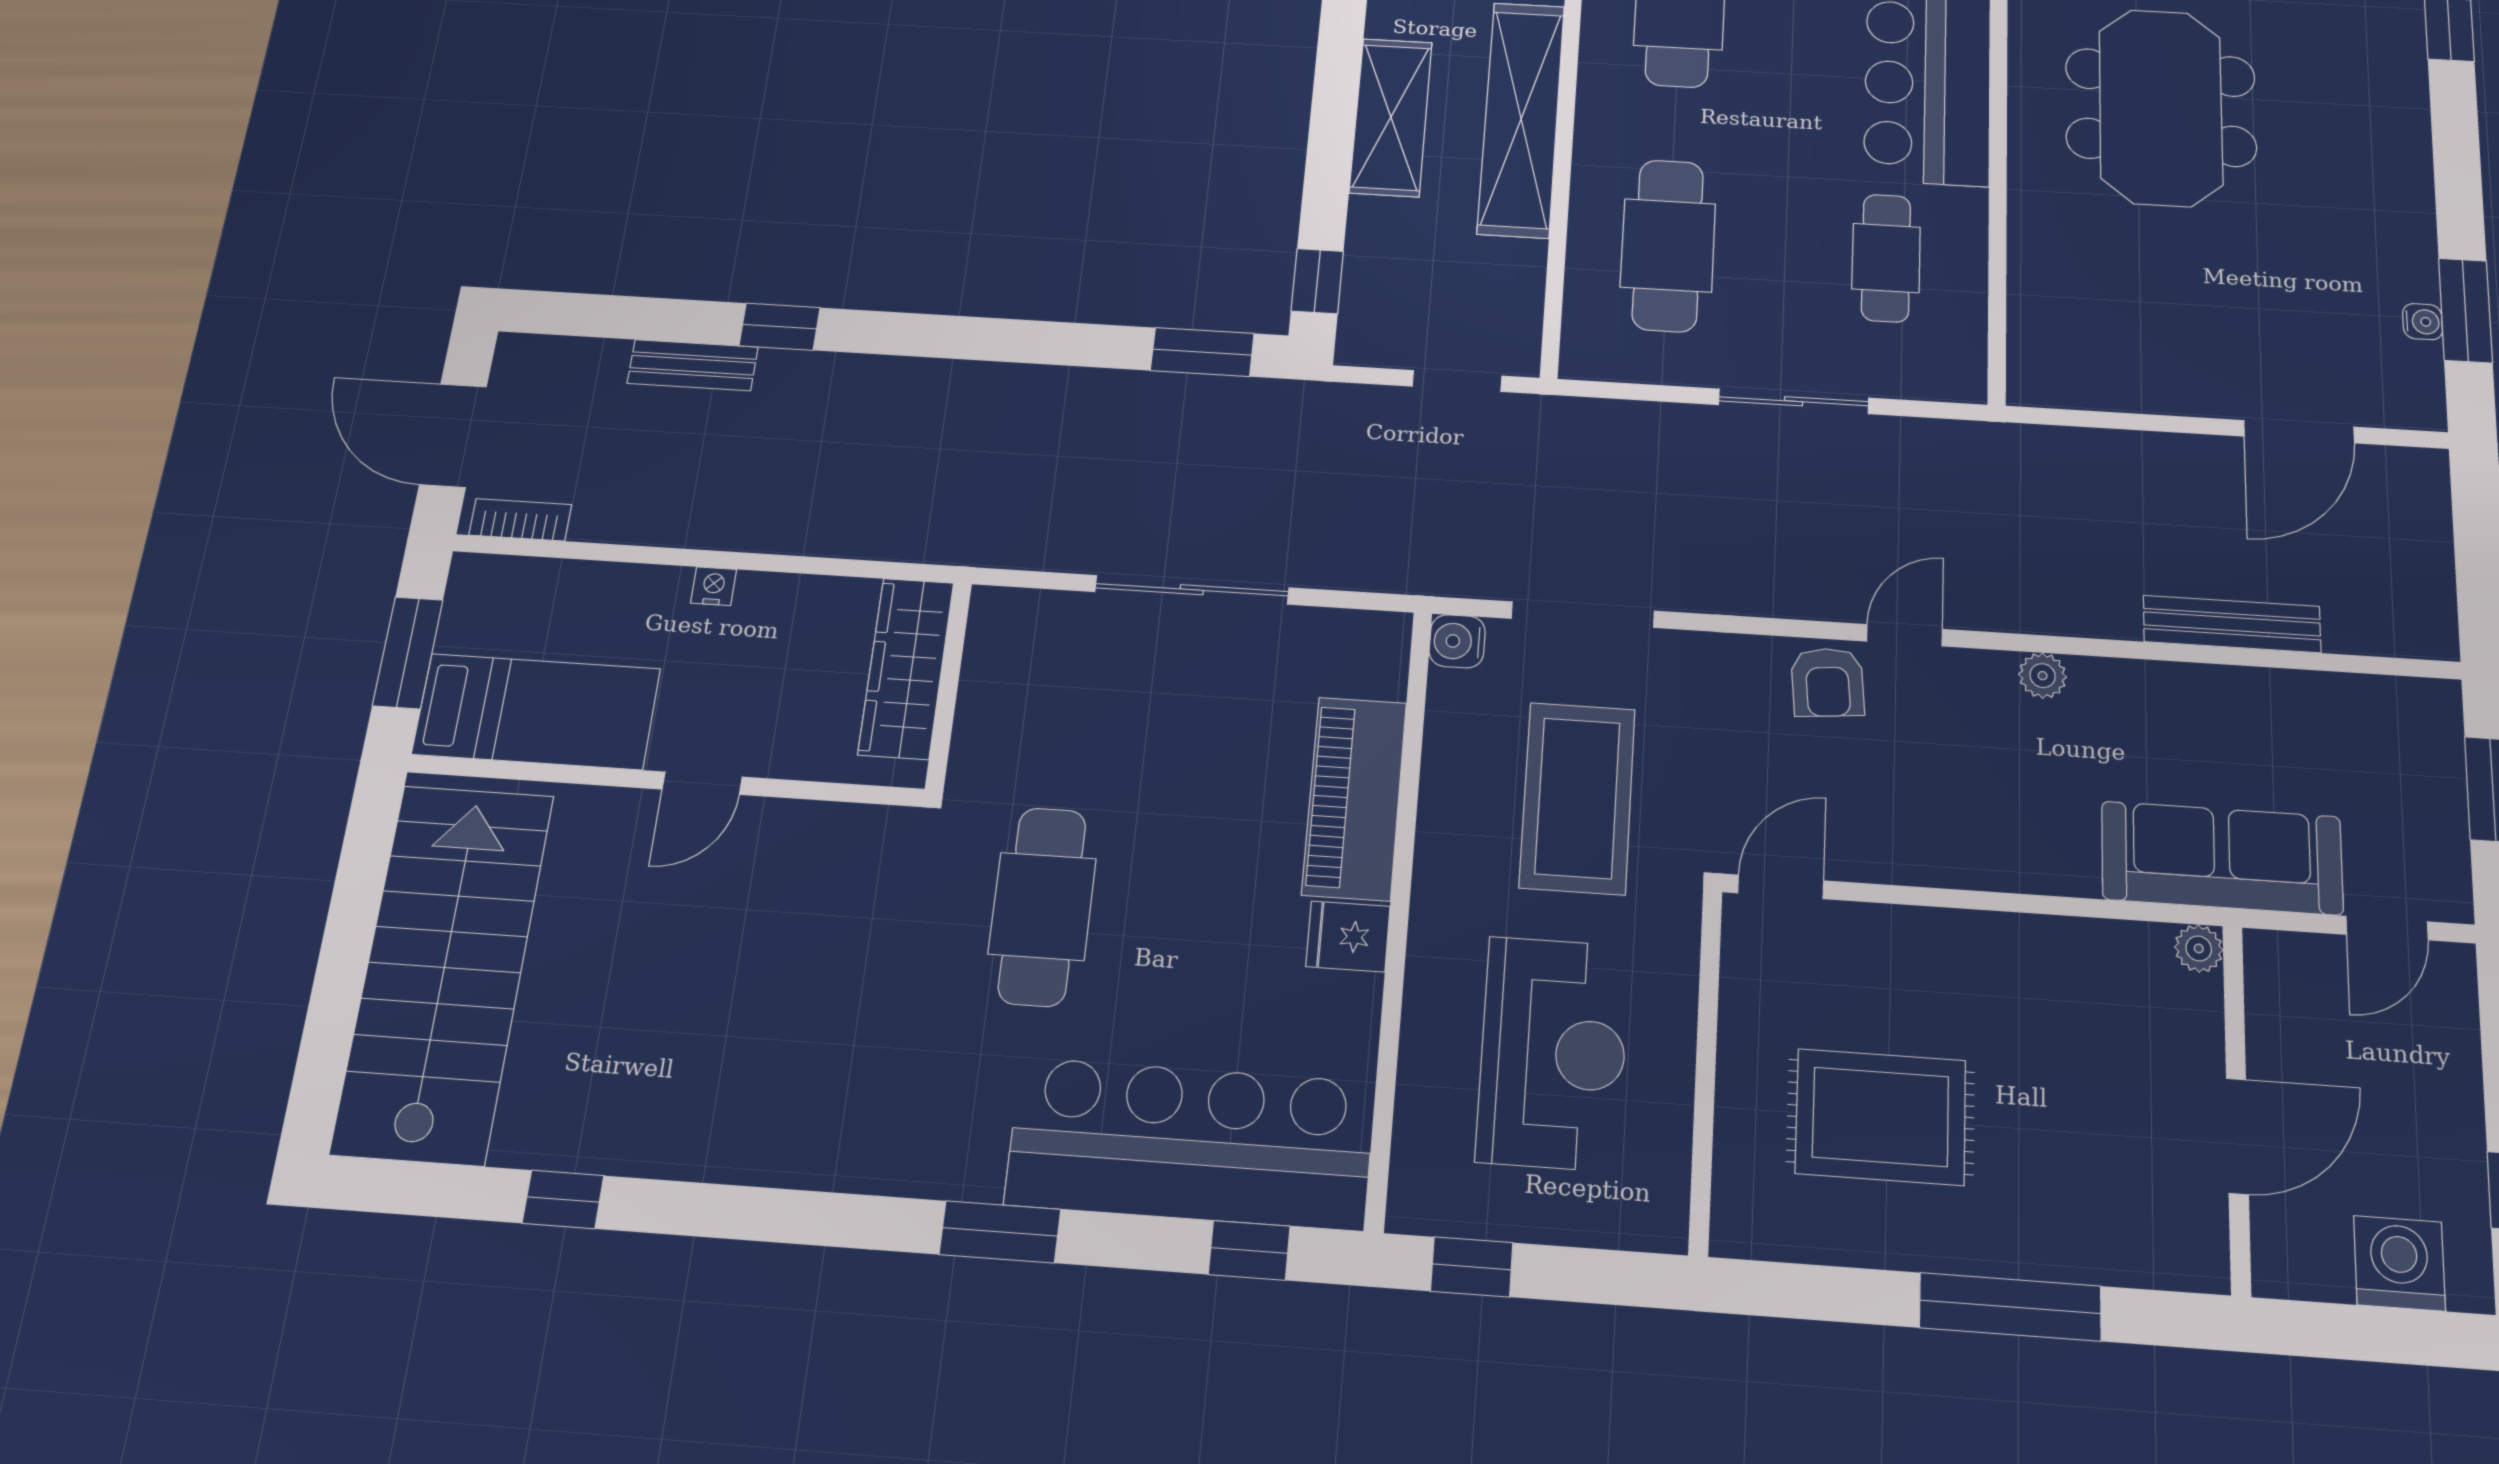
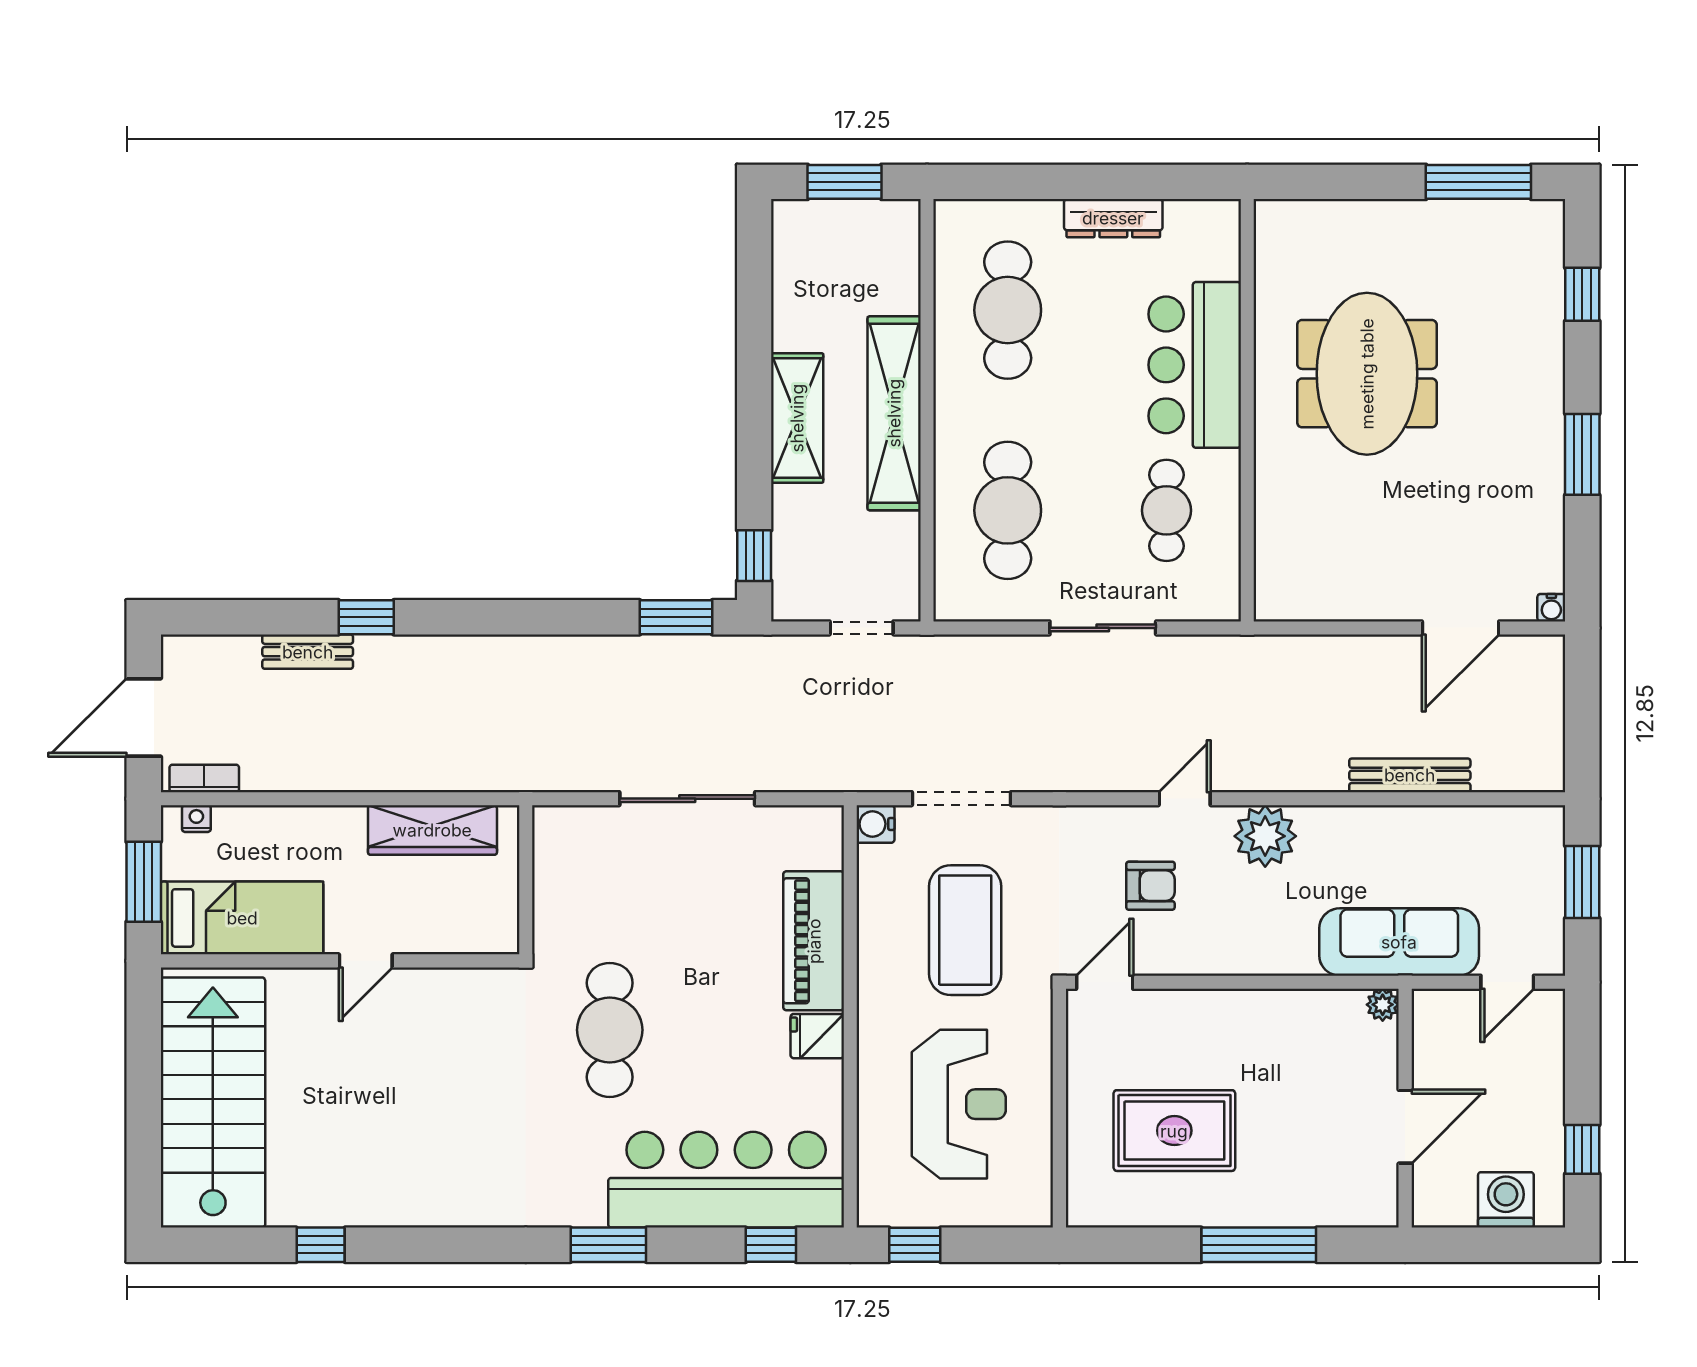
window: (2465, 310) -> (1582, 454), moved
water cooler: (2423, 322) -> (1551, 608), moved, turned 90
door: (453, 435) -> (144, 718), hinge flipped
nightstand: (714, 586) -> (196, 819), moved
wardrobe: (906, 668) -> (432, 830), moved, turned -90
plant: (2043, 676) -> (1265, 836), width x1.88, depth x1.88
armchair: (1828, 682) -> (1150, 886), moved, turned -85

